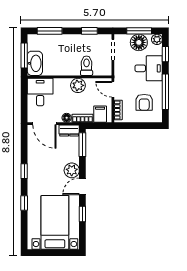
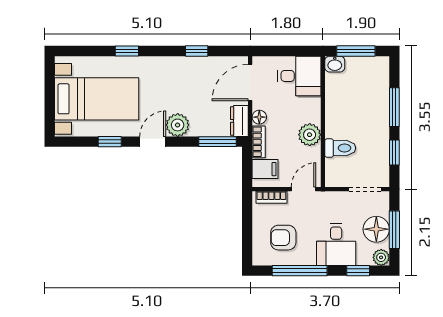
window: (50, 31) -> (394, 107), moved
washbasin: (35, 63) -> (335, 64), width x0.52, depth x0.69
window: (24, 171) -> (197, 51), moved
door: (82, 186) -> (153, 142), hinge flipped

